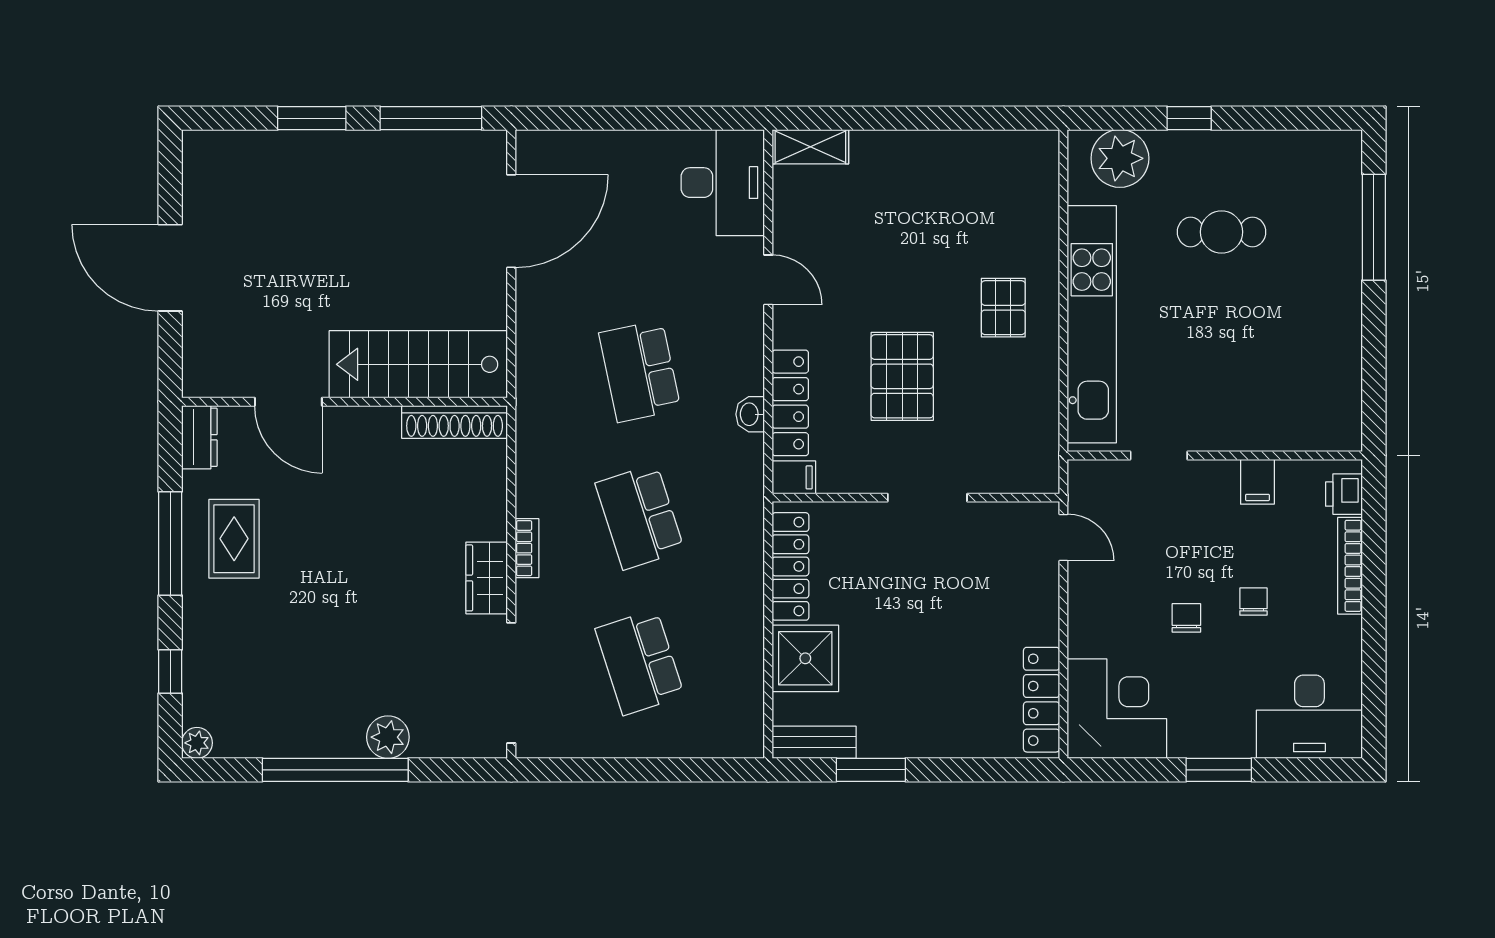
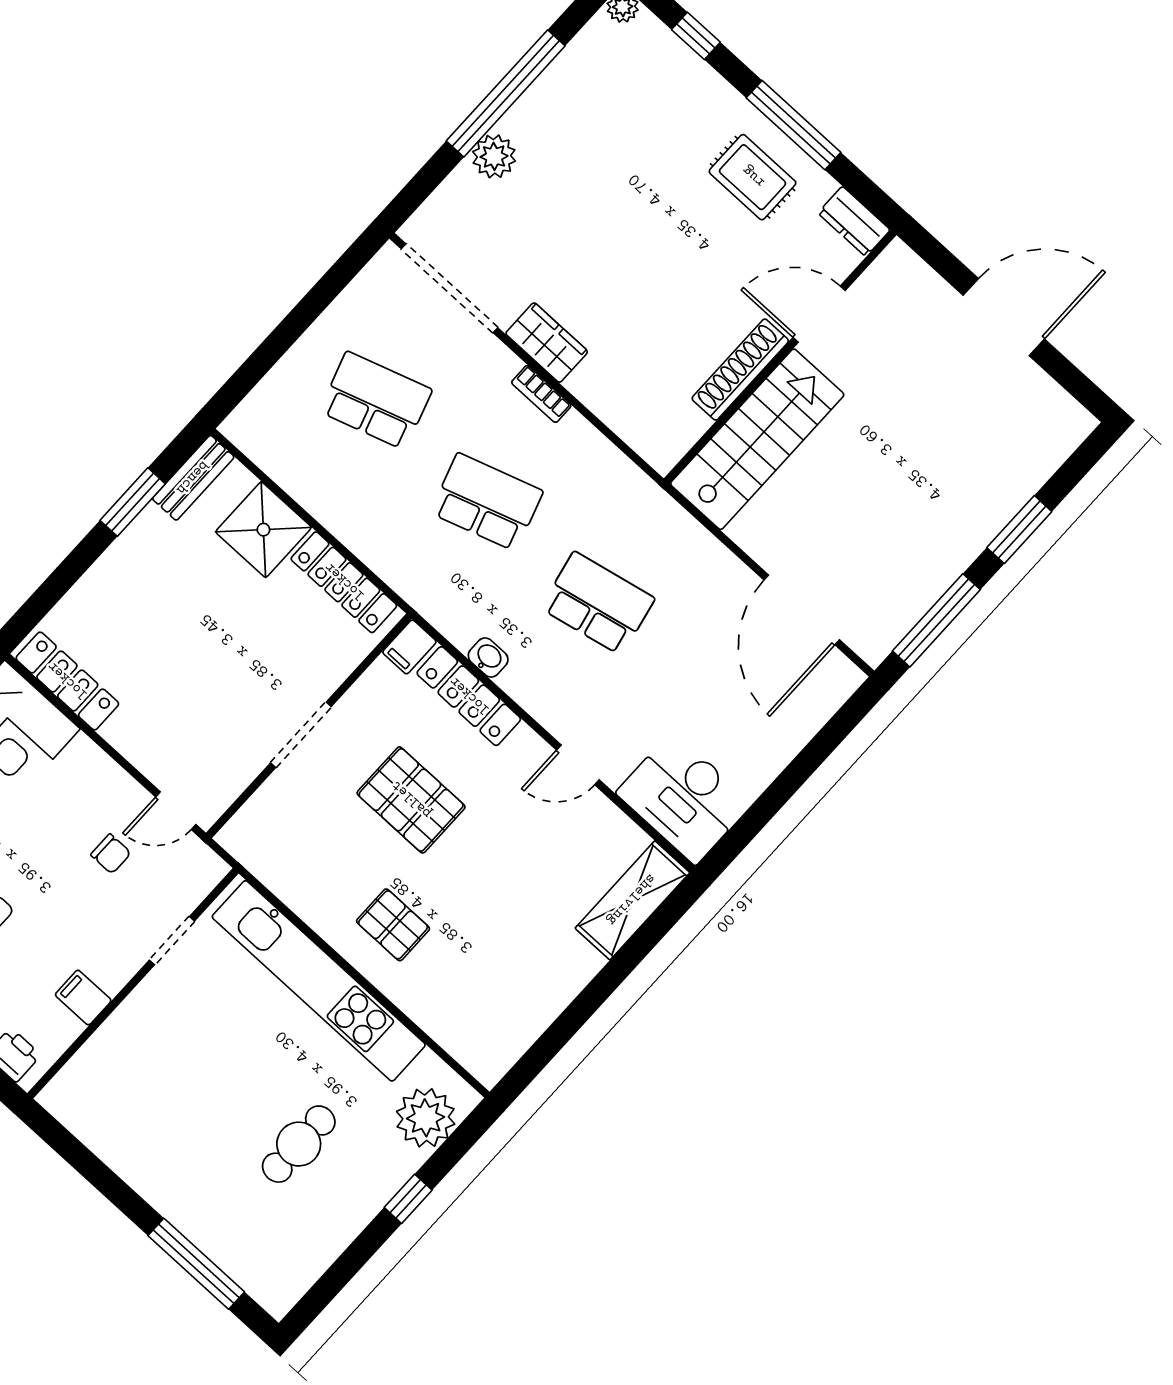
shelving: (810, 147) -> (632, 900), width x1.50, depth x1.33
shoe rack: (455, 422) -> (740, 370), moved
chair: (1186, 618) -> (111, 854), moved

